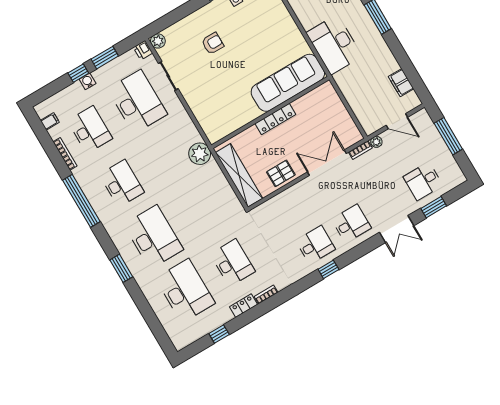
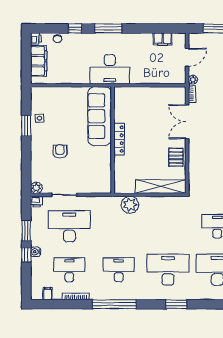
sofa: (288, 83) -> (100, 116), moved
wall: (270, 112) -> (113, 140), moved
locker: (275, 119) -> (119, 139), moved

